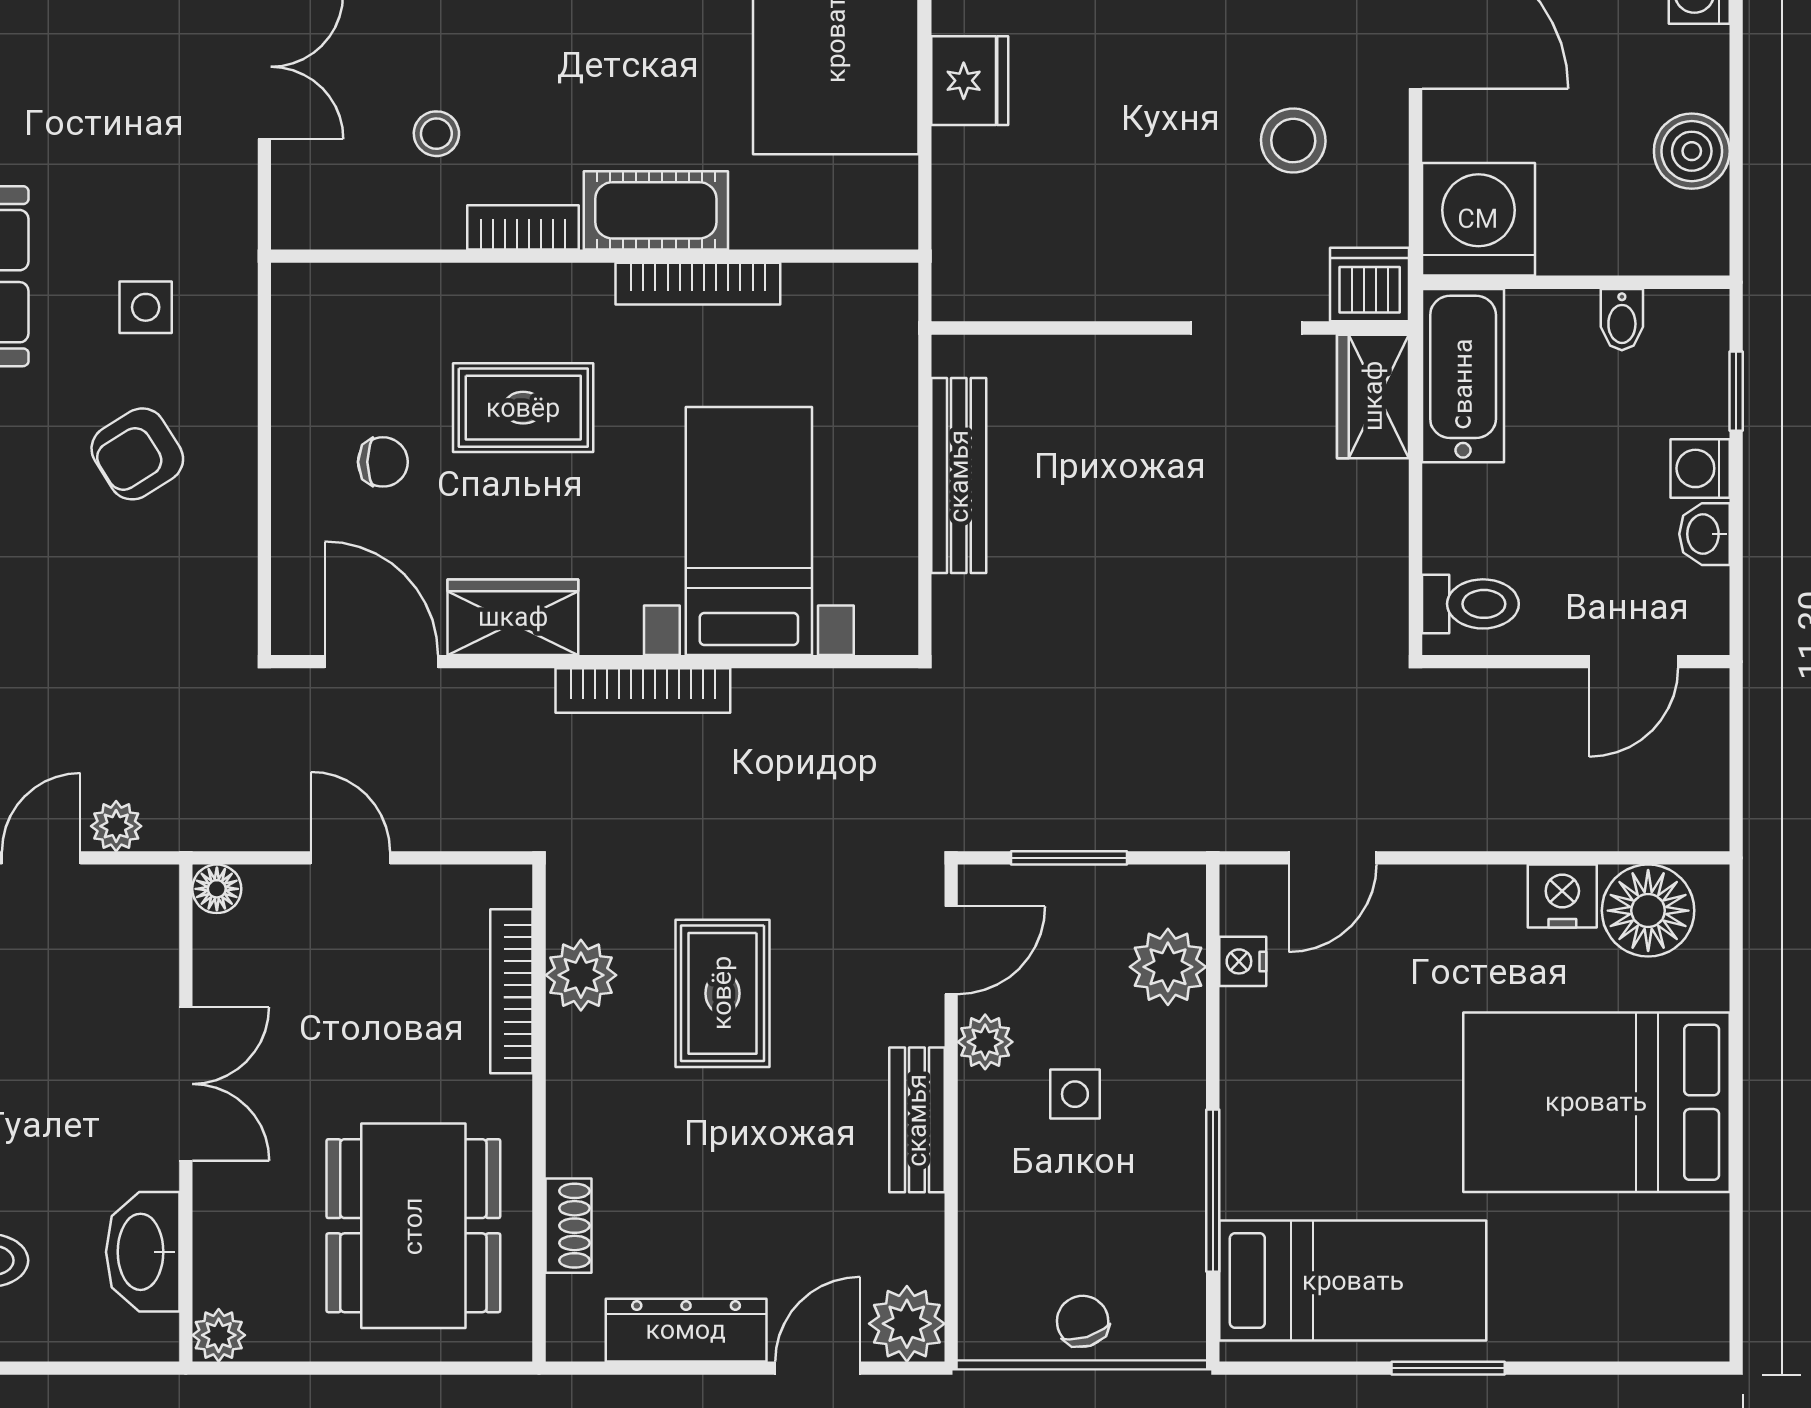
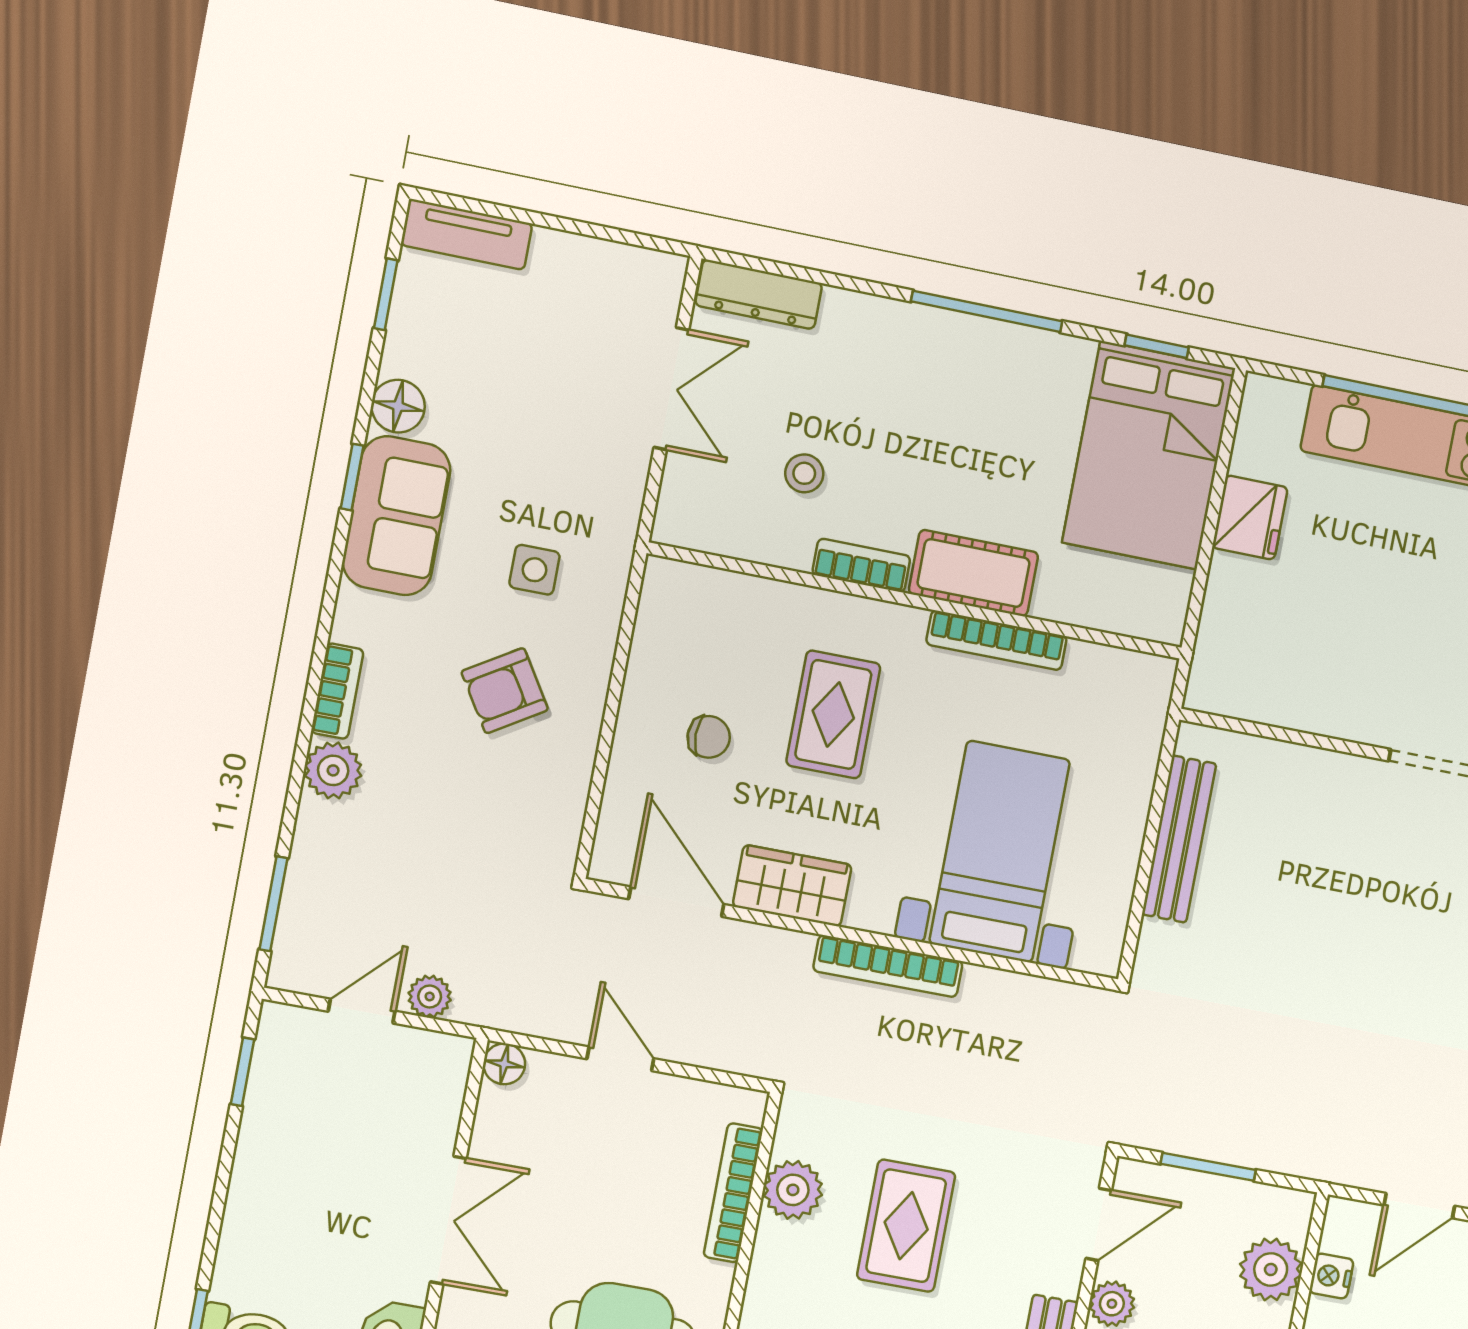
rug: (523, 408) -> (833, 714), turned 90

